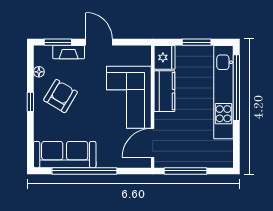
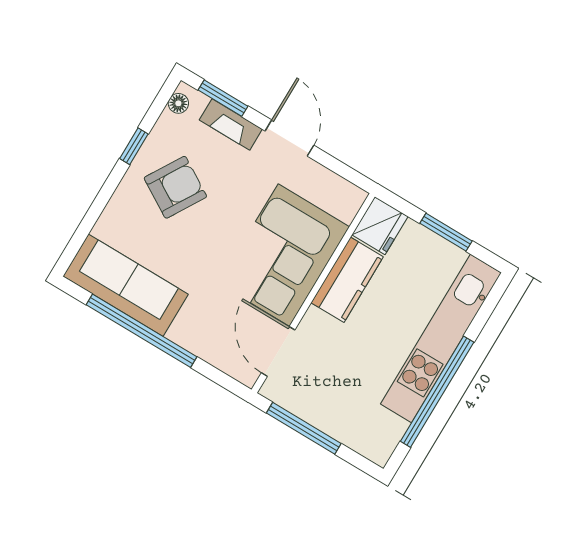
floor lamp: (39, 72) -> (178, 103), moved
window: (236, 88) -> (437, 392), moved
window: (30, 102) -> (134, 146), moved
door: (153, 143) -> (278, 351), hinge flipped

